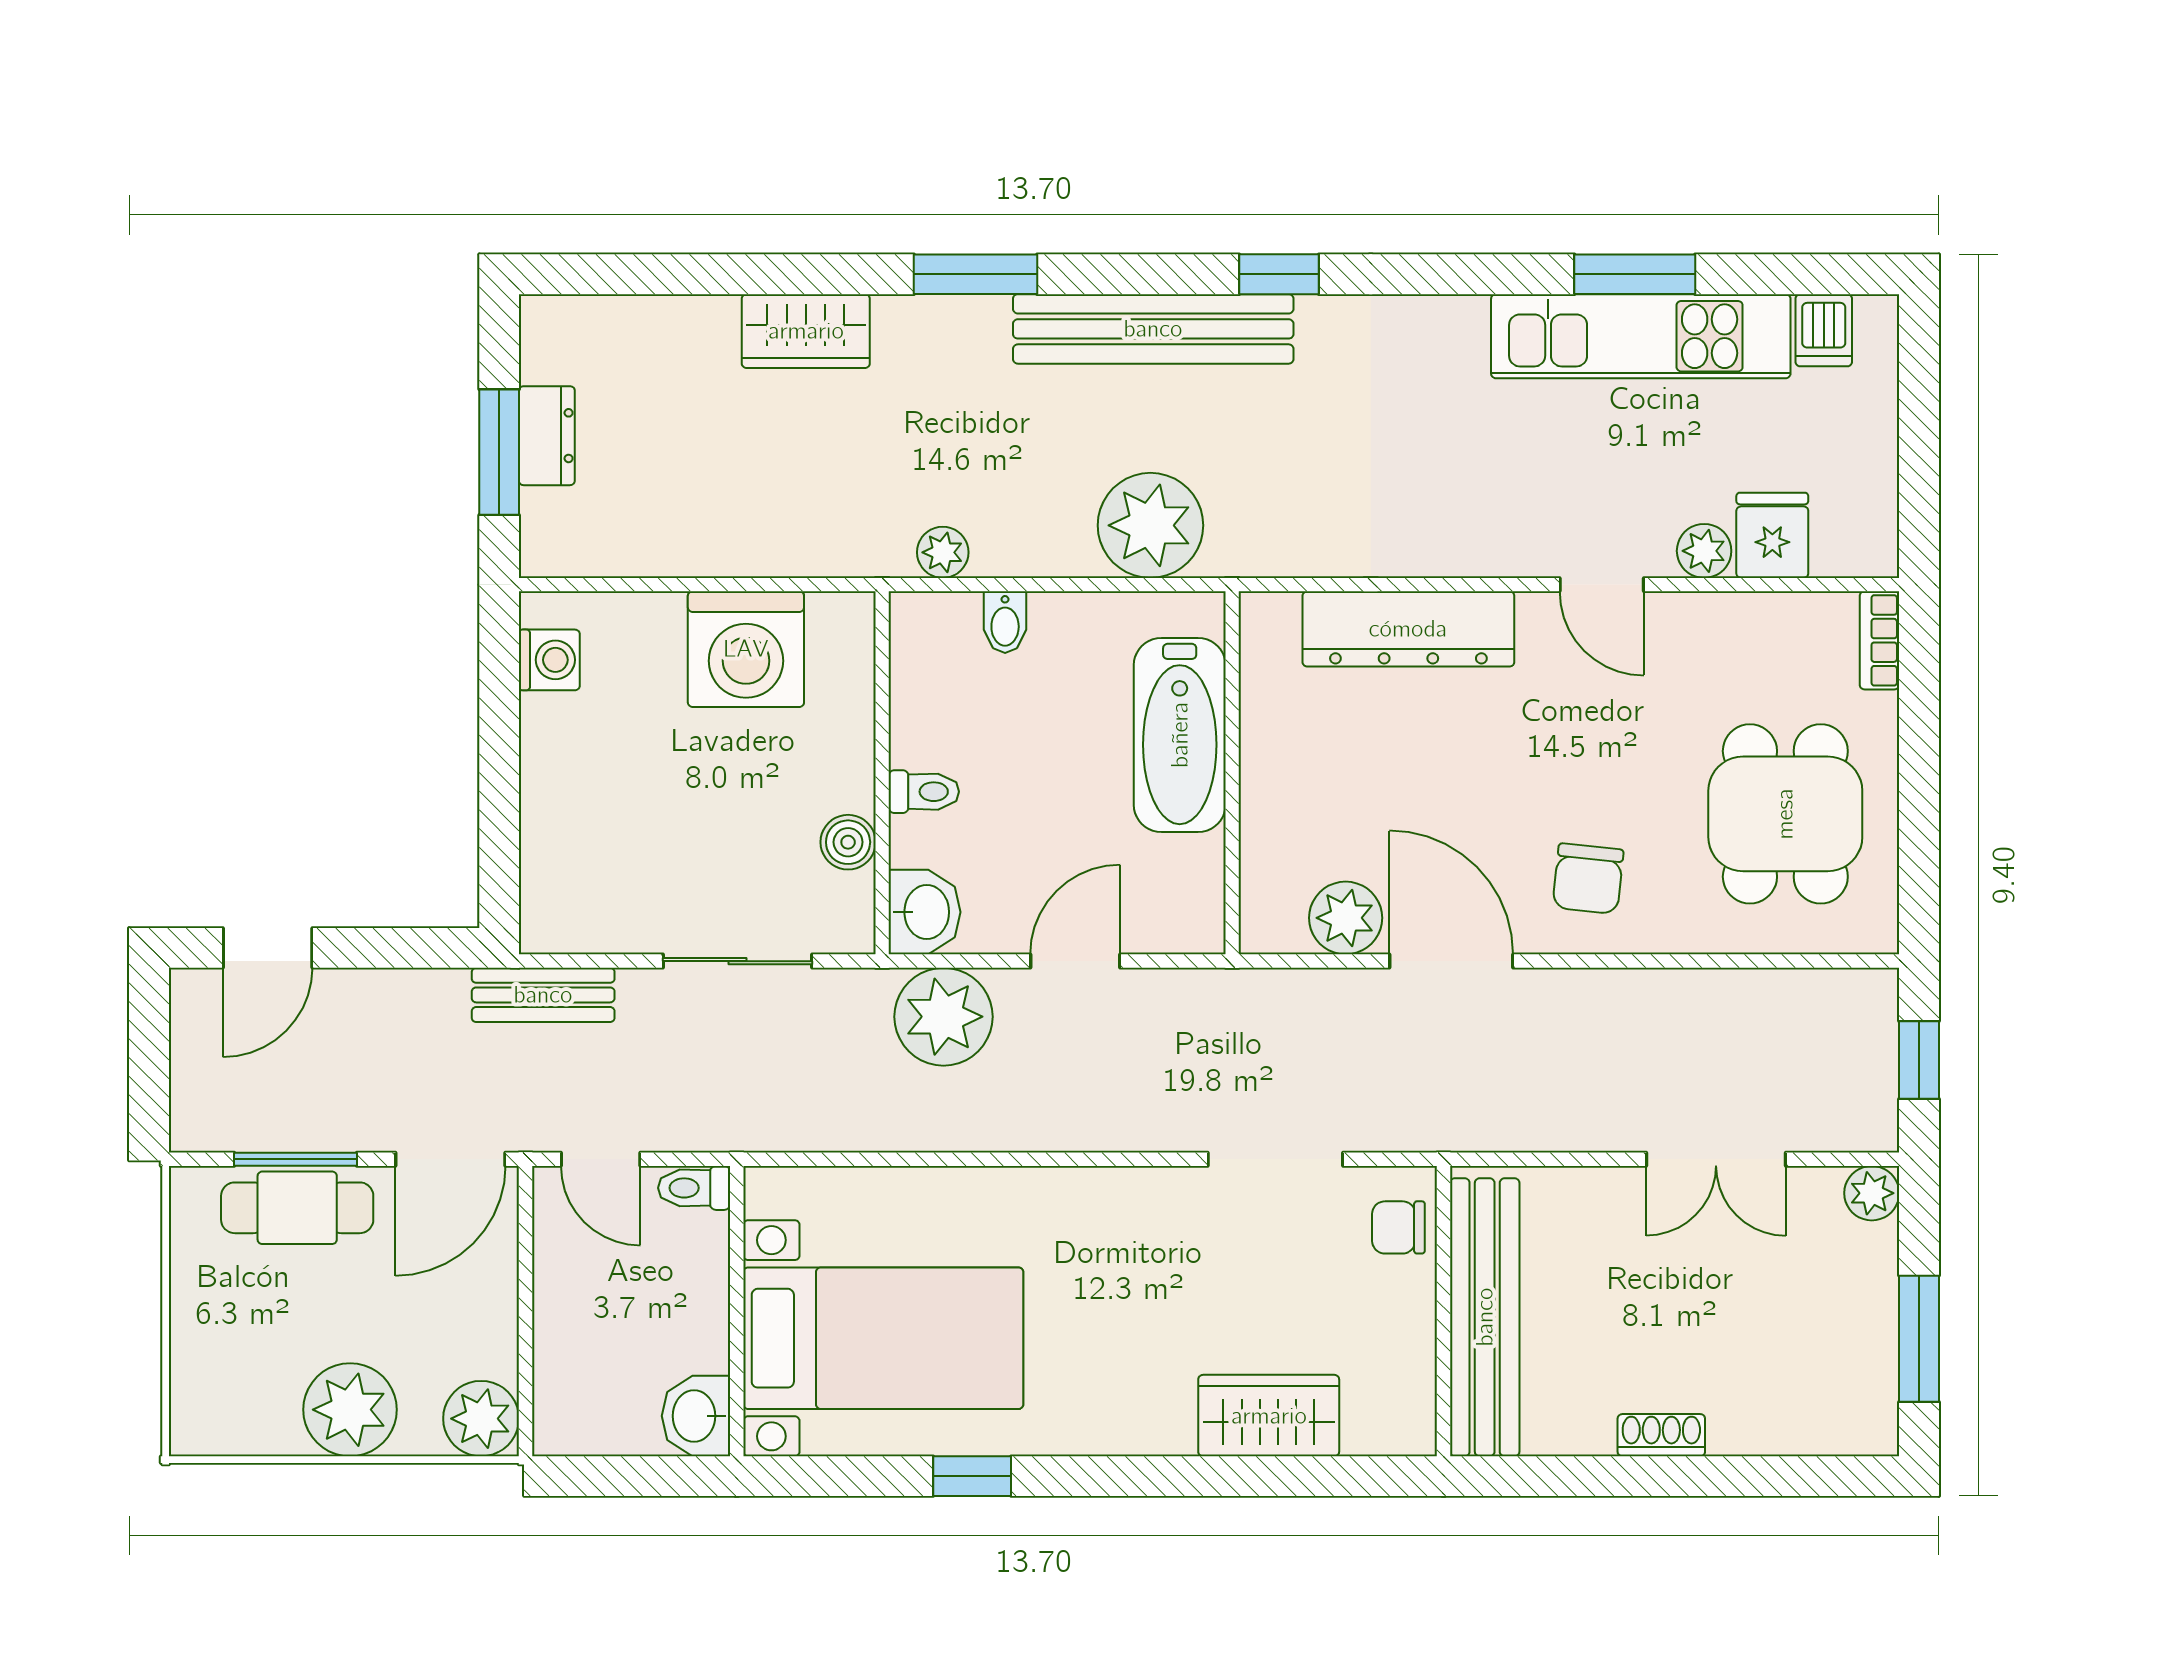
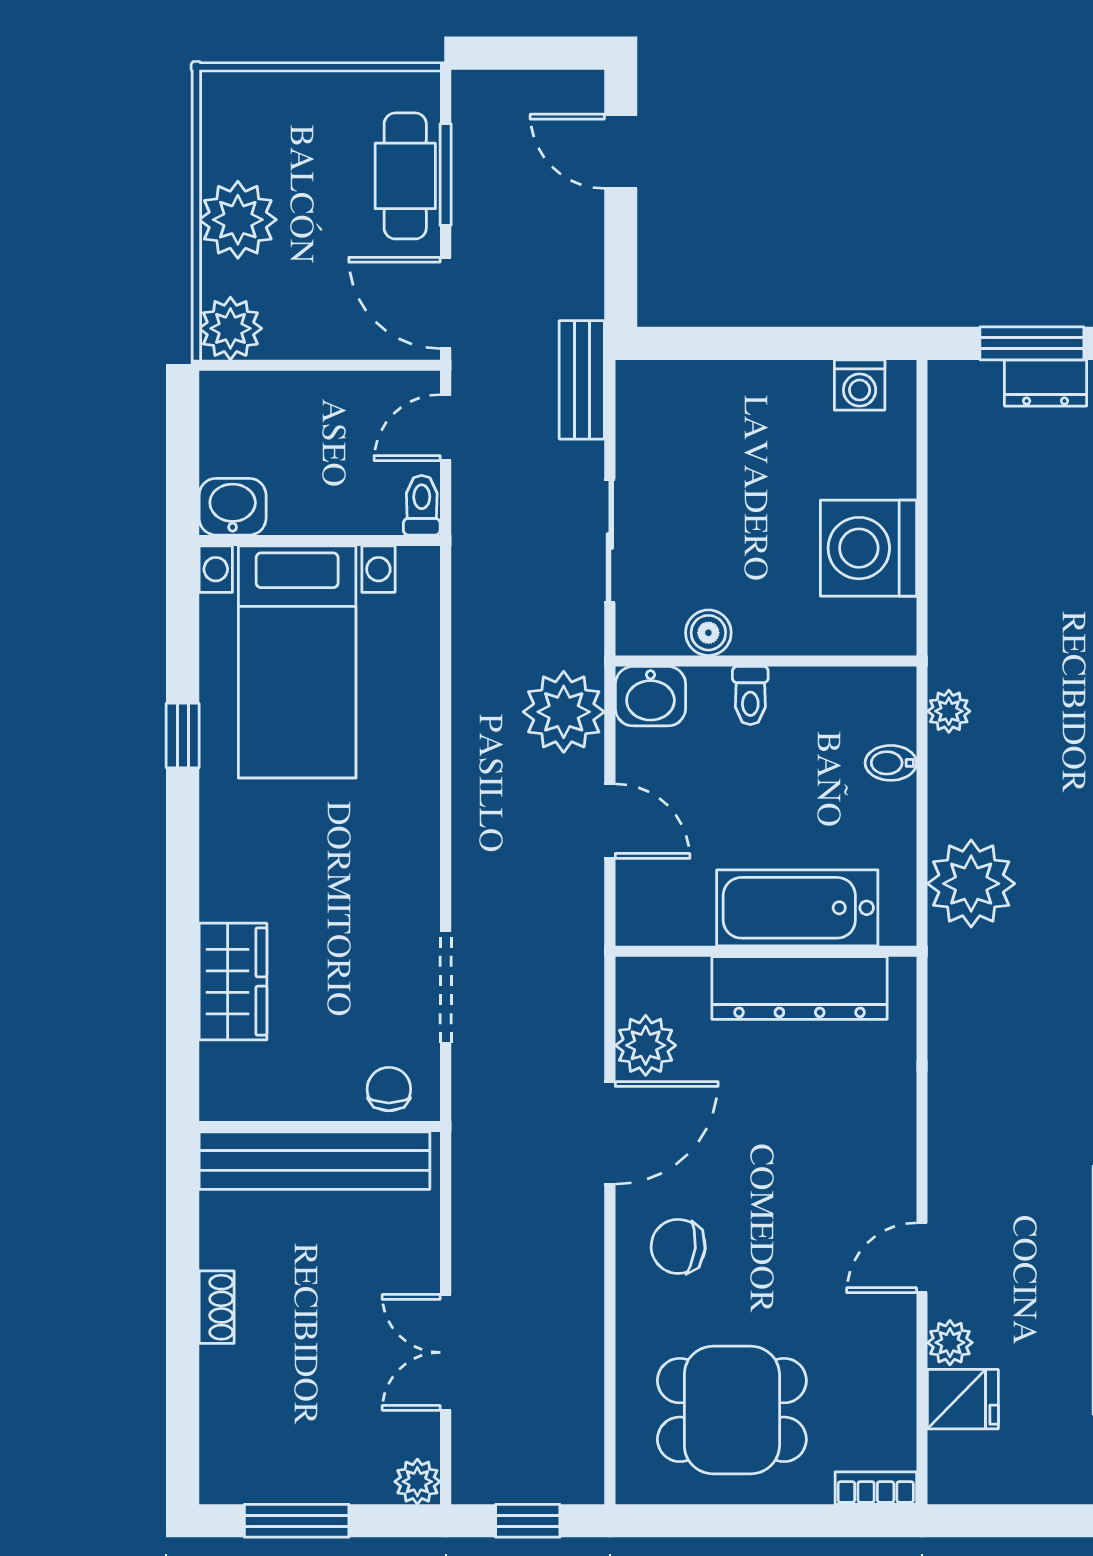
dresser: (1408, 629) -> (800, 988), moved, turned -90

